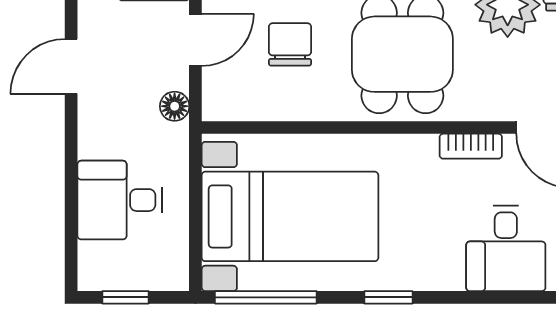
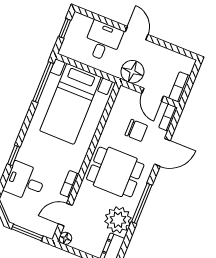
door: (71, 66) -> (137, 33), moved
floor lamp: (175, 106) -> (132, 72), width x1.89, depth x1.89
window: (388, 297) -> (14, 155), moved

